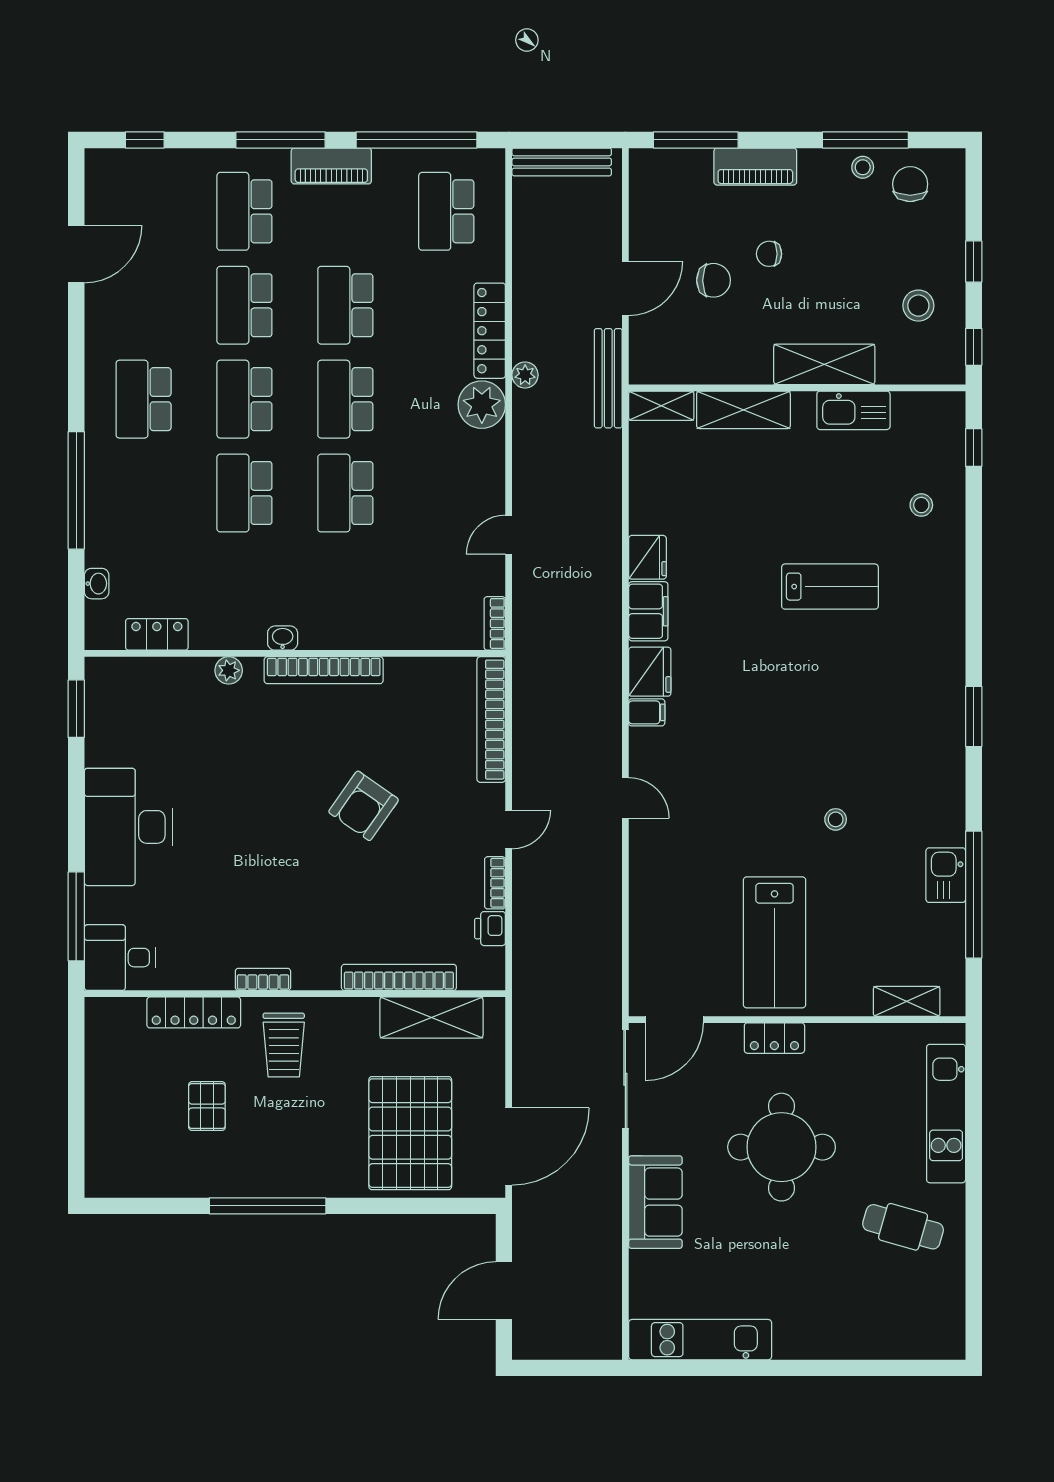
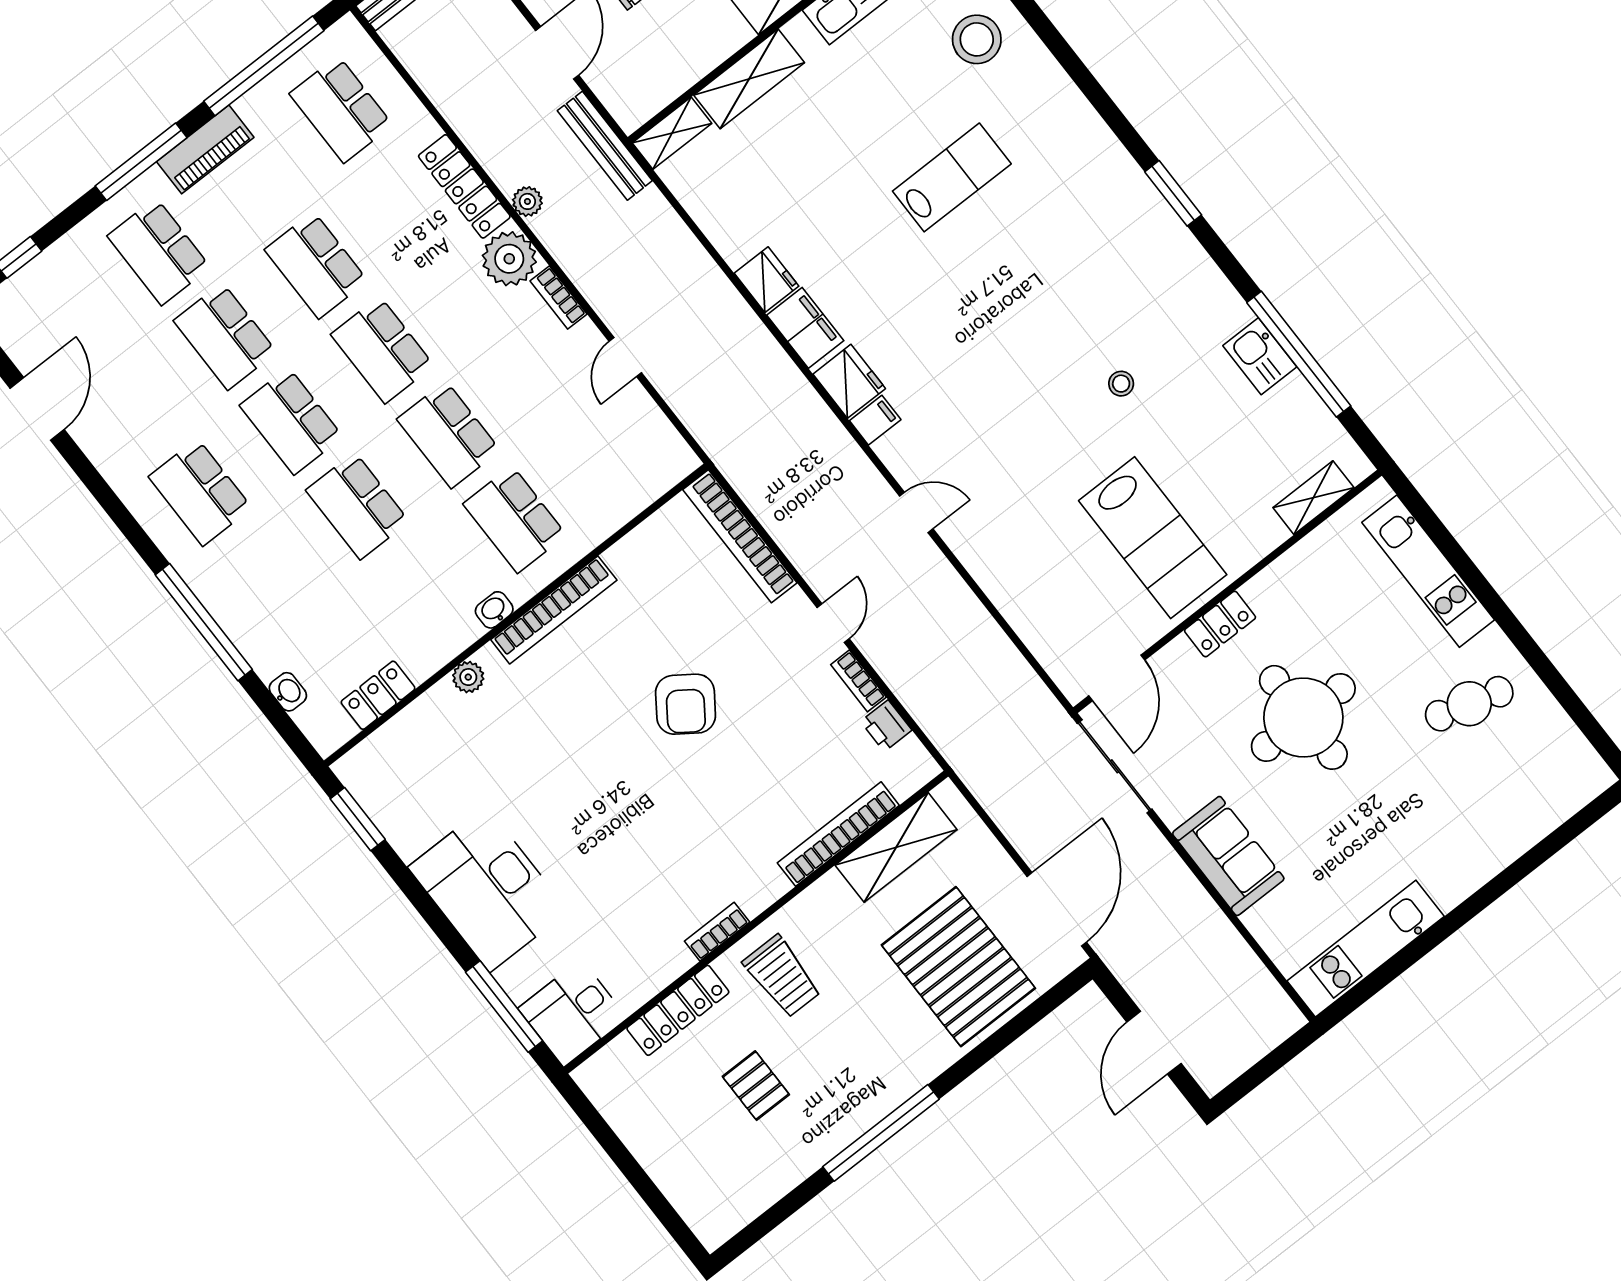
stool: (921, 505) -> (977, 39), width x1.89, depth x1.89
school desk: (345, 587) -> (515, 519), added
bookcase: (495, 623) -> (558, 298), moved

